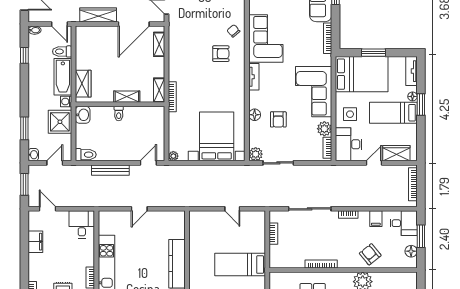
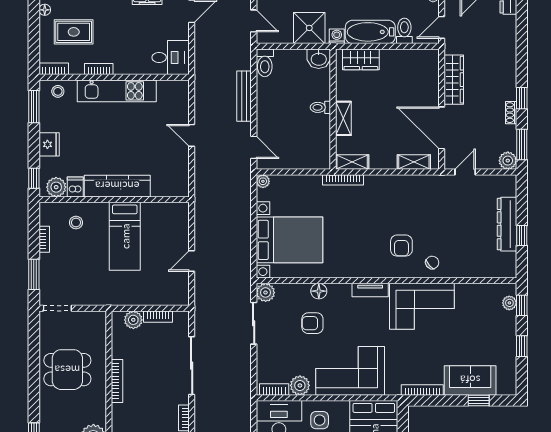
plant: (276, 252) -> (133, 320), added
bed: (240, 265) -> (125, 236), moved, turned 180

